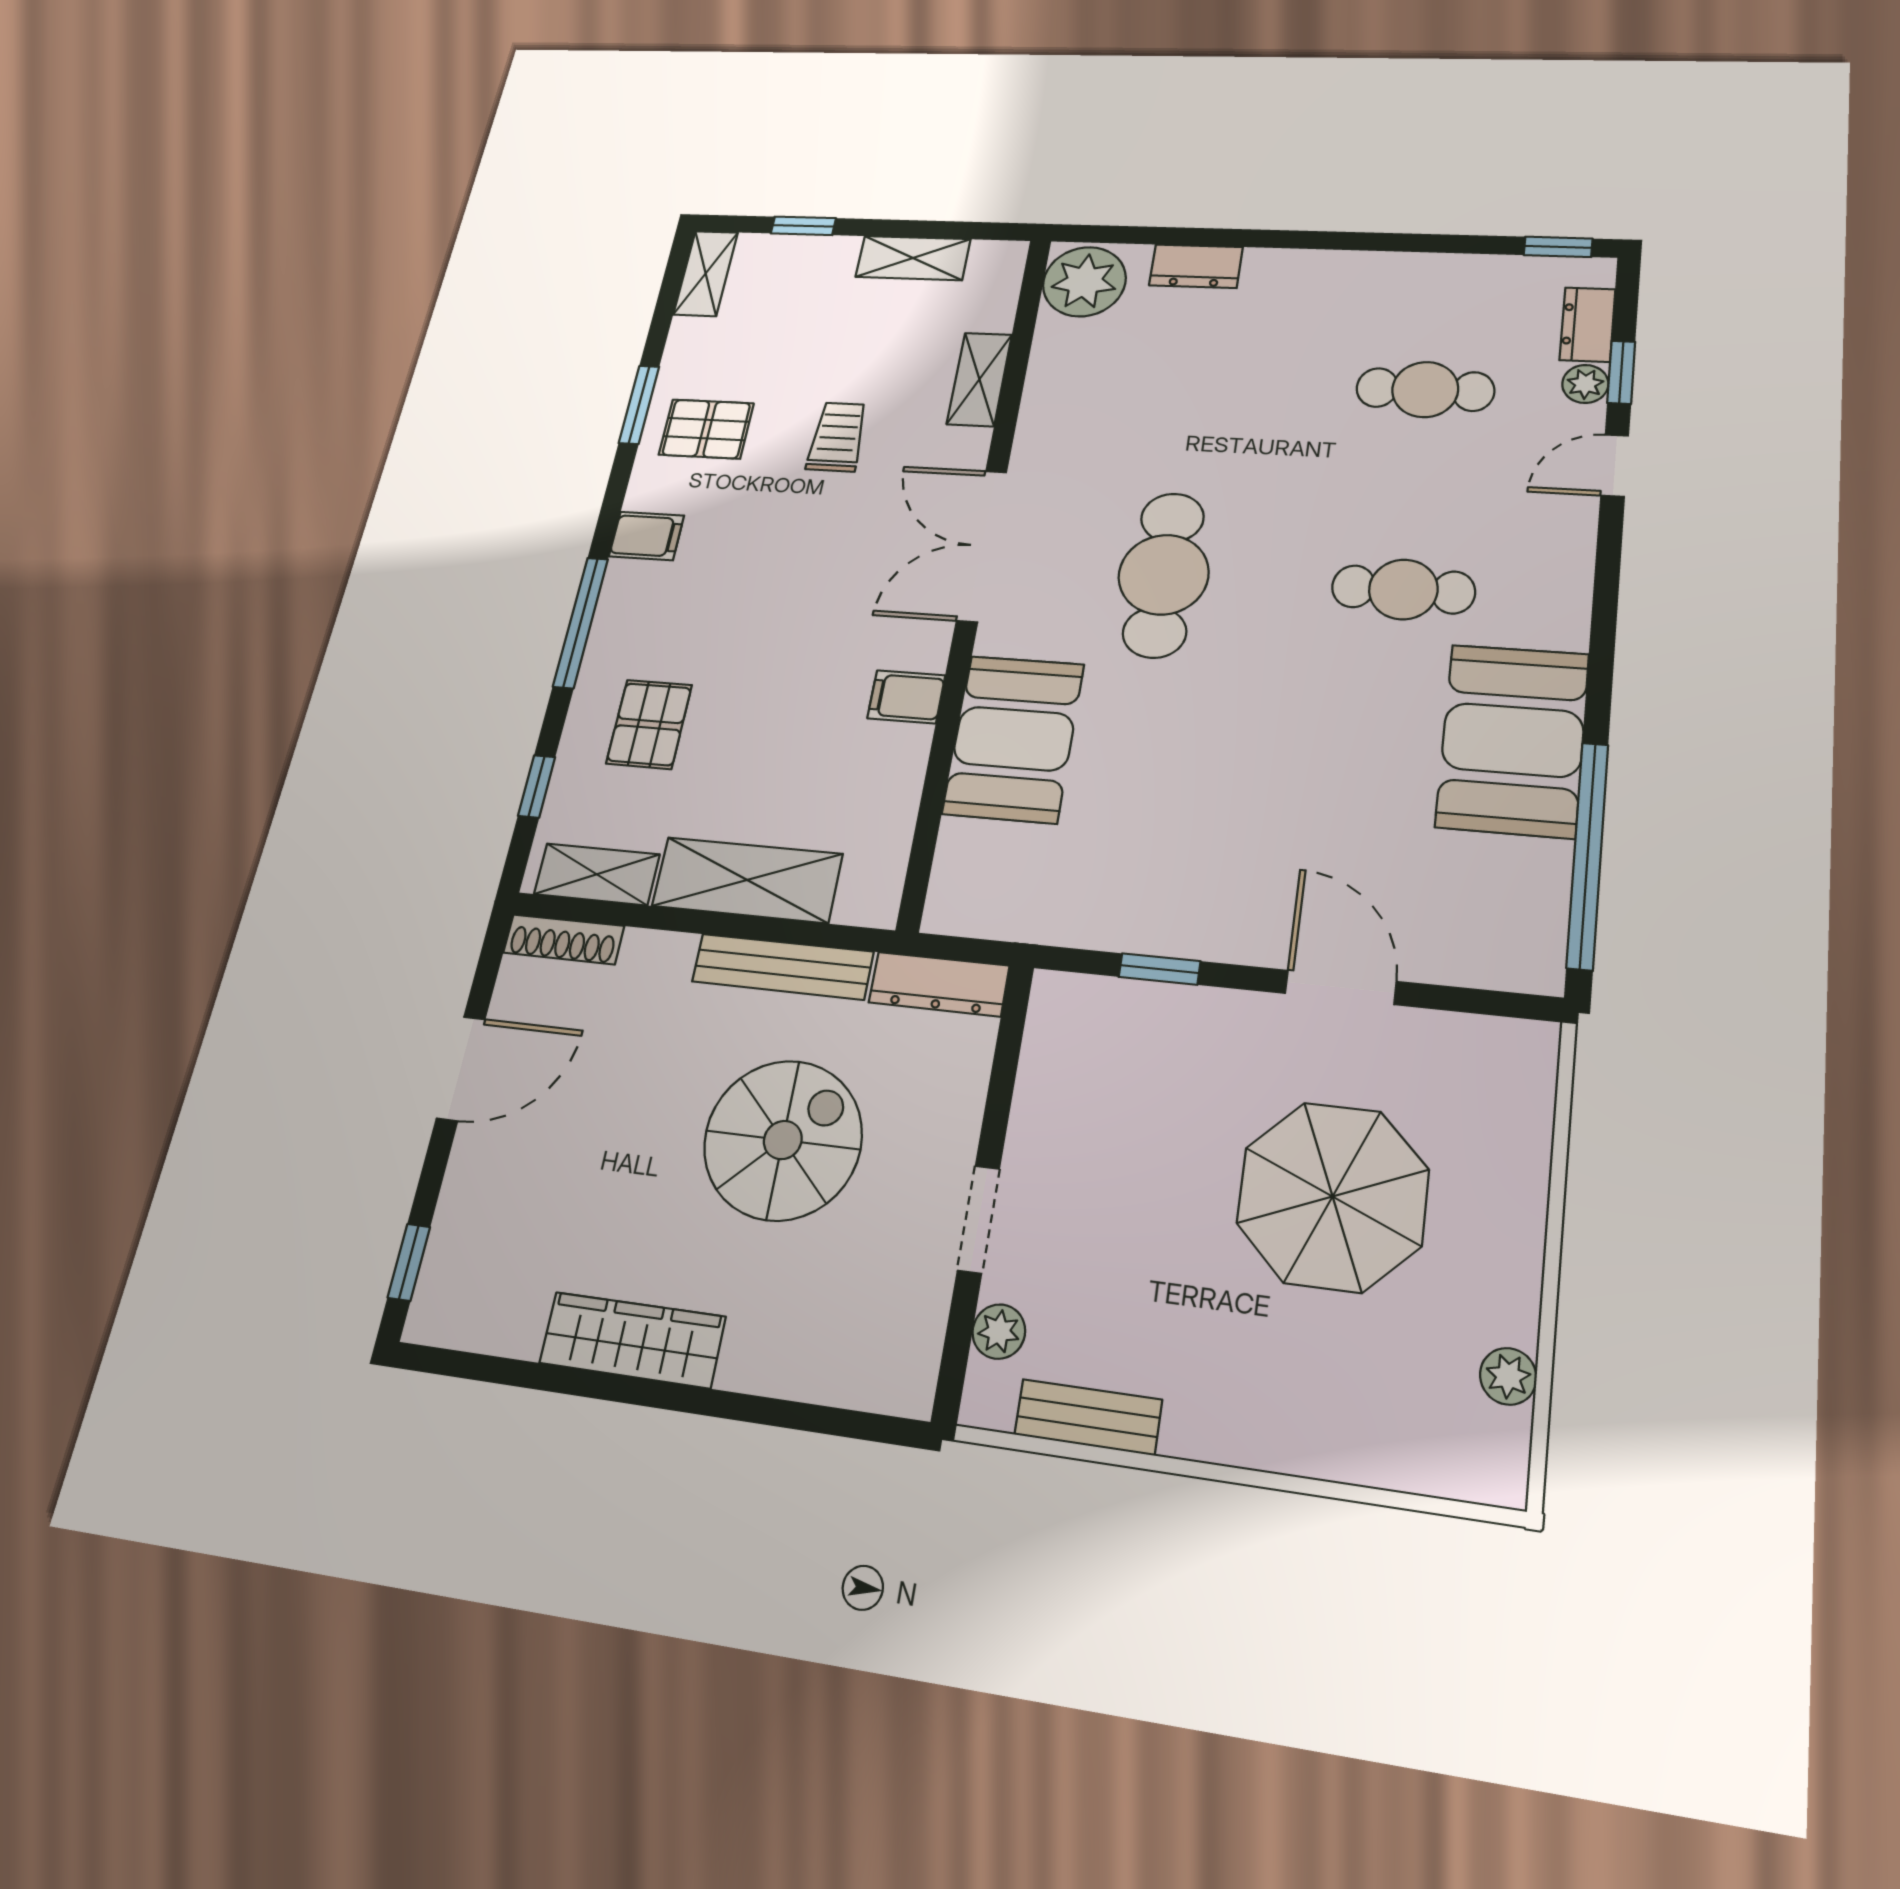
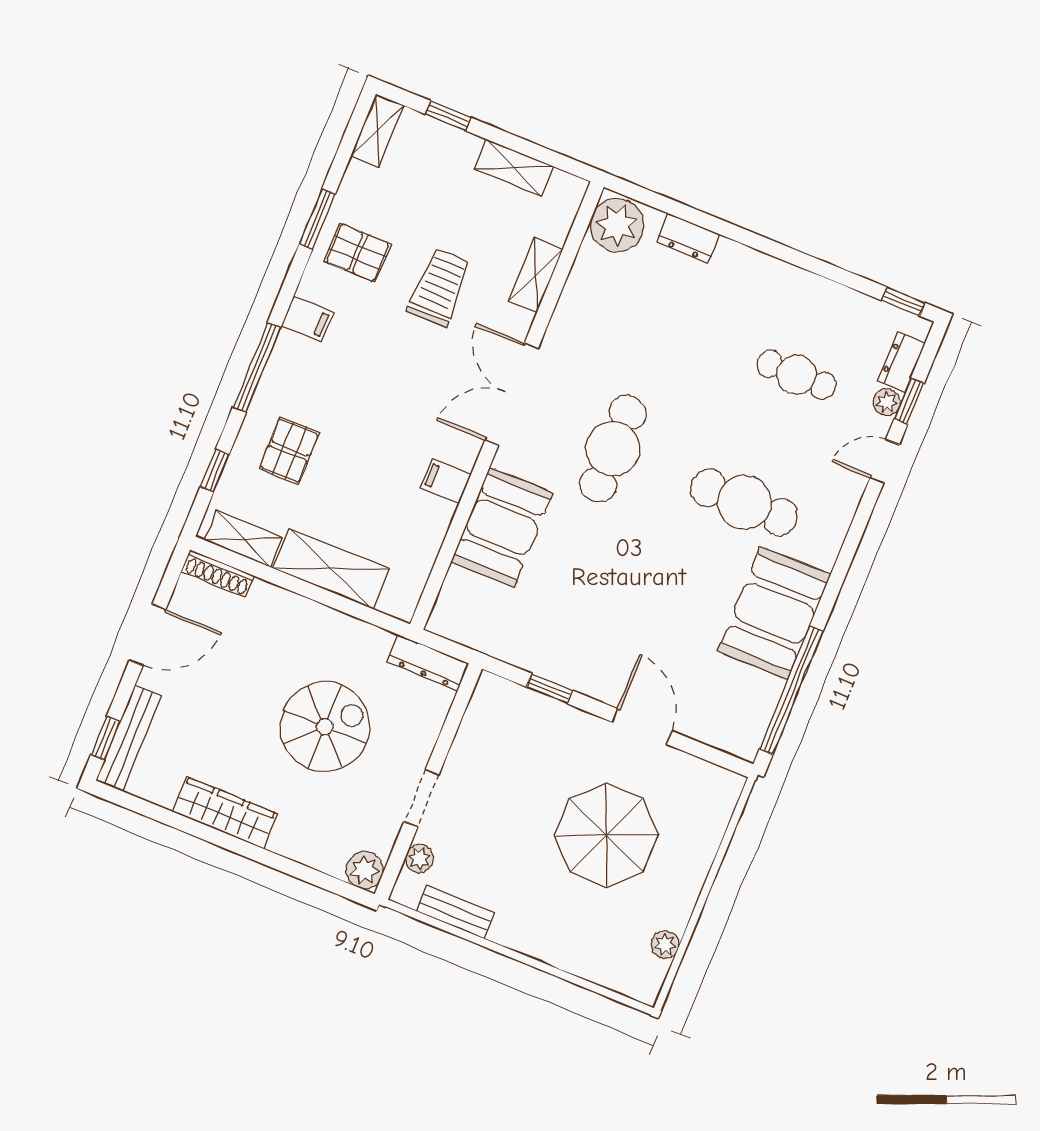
trolley: (838, 437) -> (440, 287), width x1.36, depth x1.39
cafe table: (1403, 589) -> (744, 502), width x1.37, depth x1.35
bench: (783, 967) -> (129, 738), moved, turned 90
plant: (903, 1380) -> (365, 870), added

